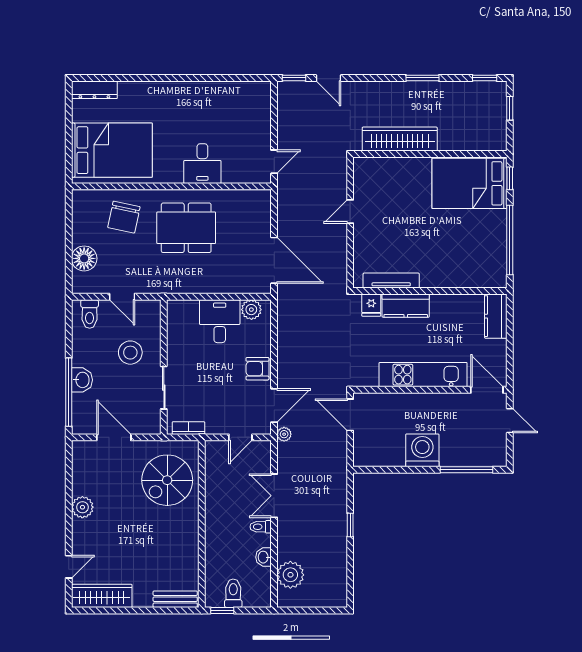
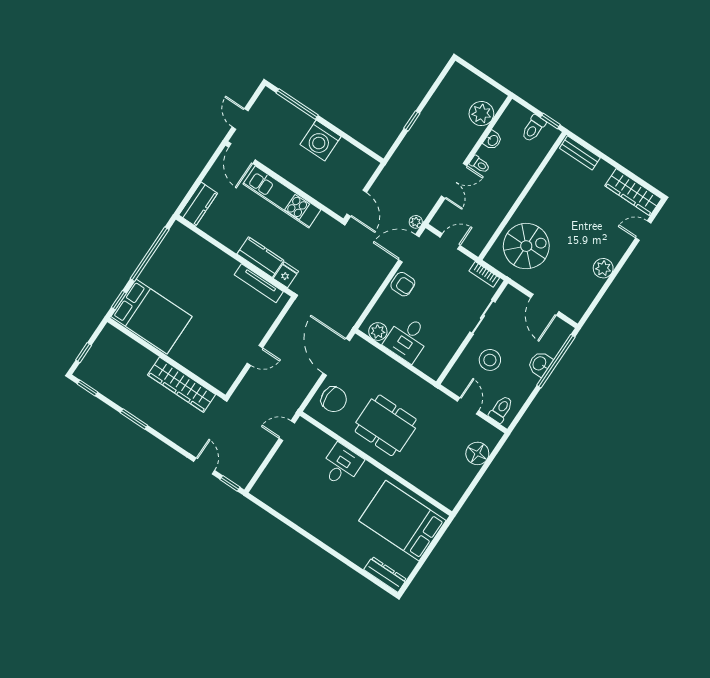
chair: (124, 217) -> (334, 399), moved, turned 78

